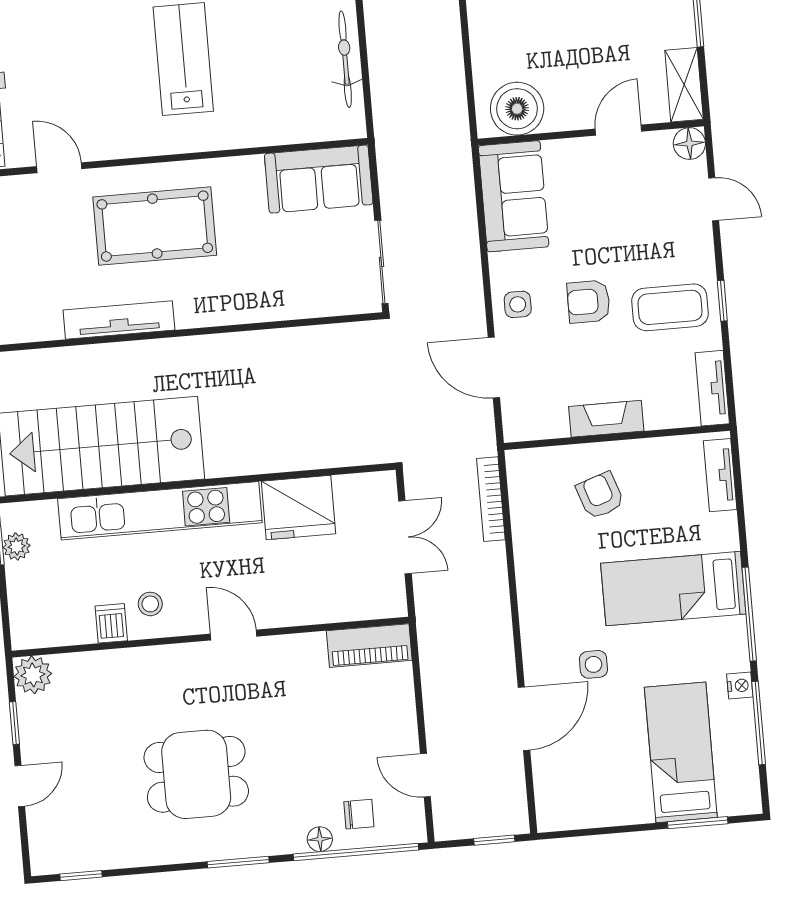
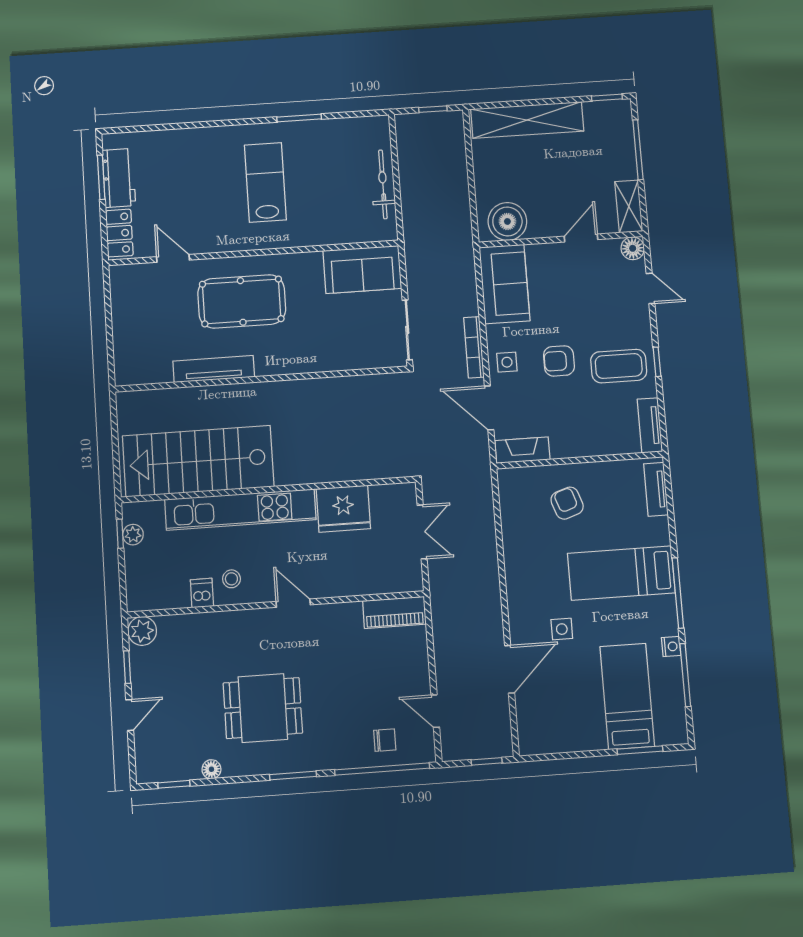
fireplace: (606, 419) -> (522, 450), moved
bookcase: (491, 499) -> (474, 347), moved
floor lamp: (320, 839) -> (211, 769), moved

